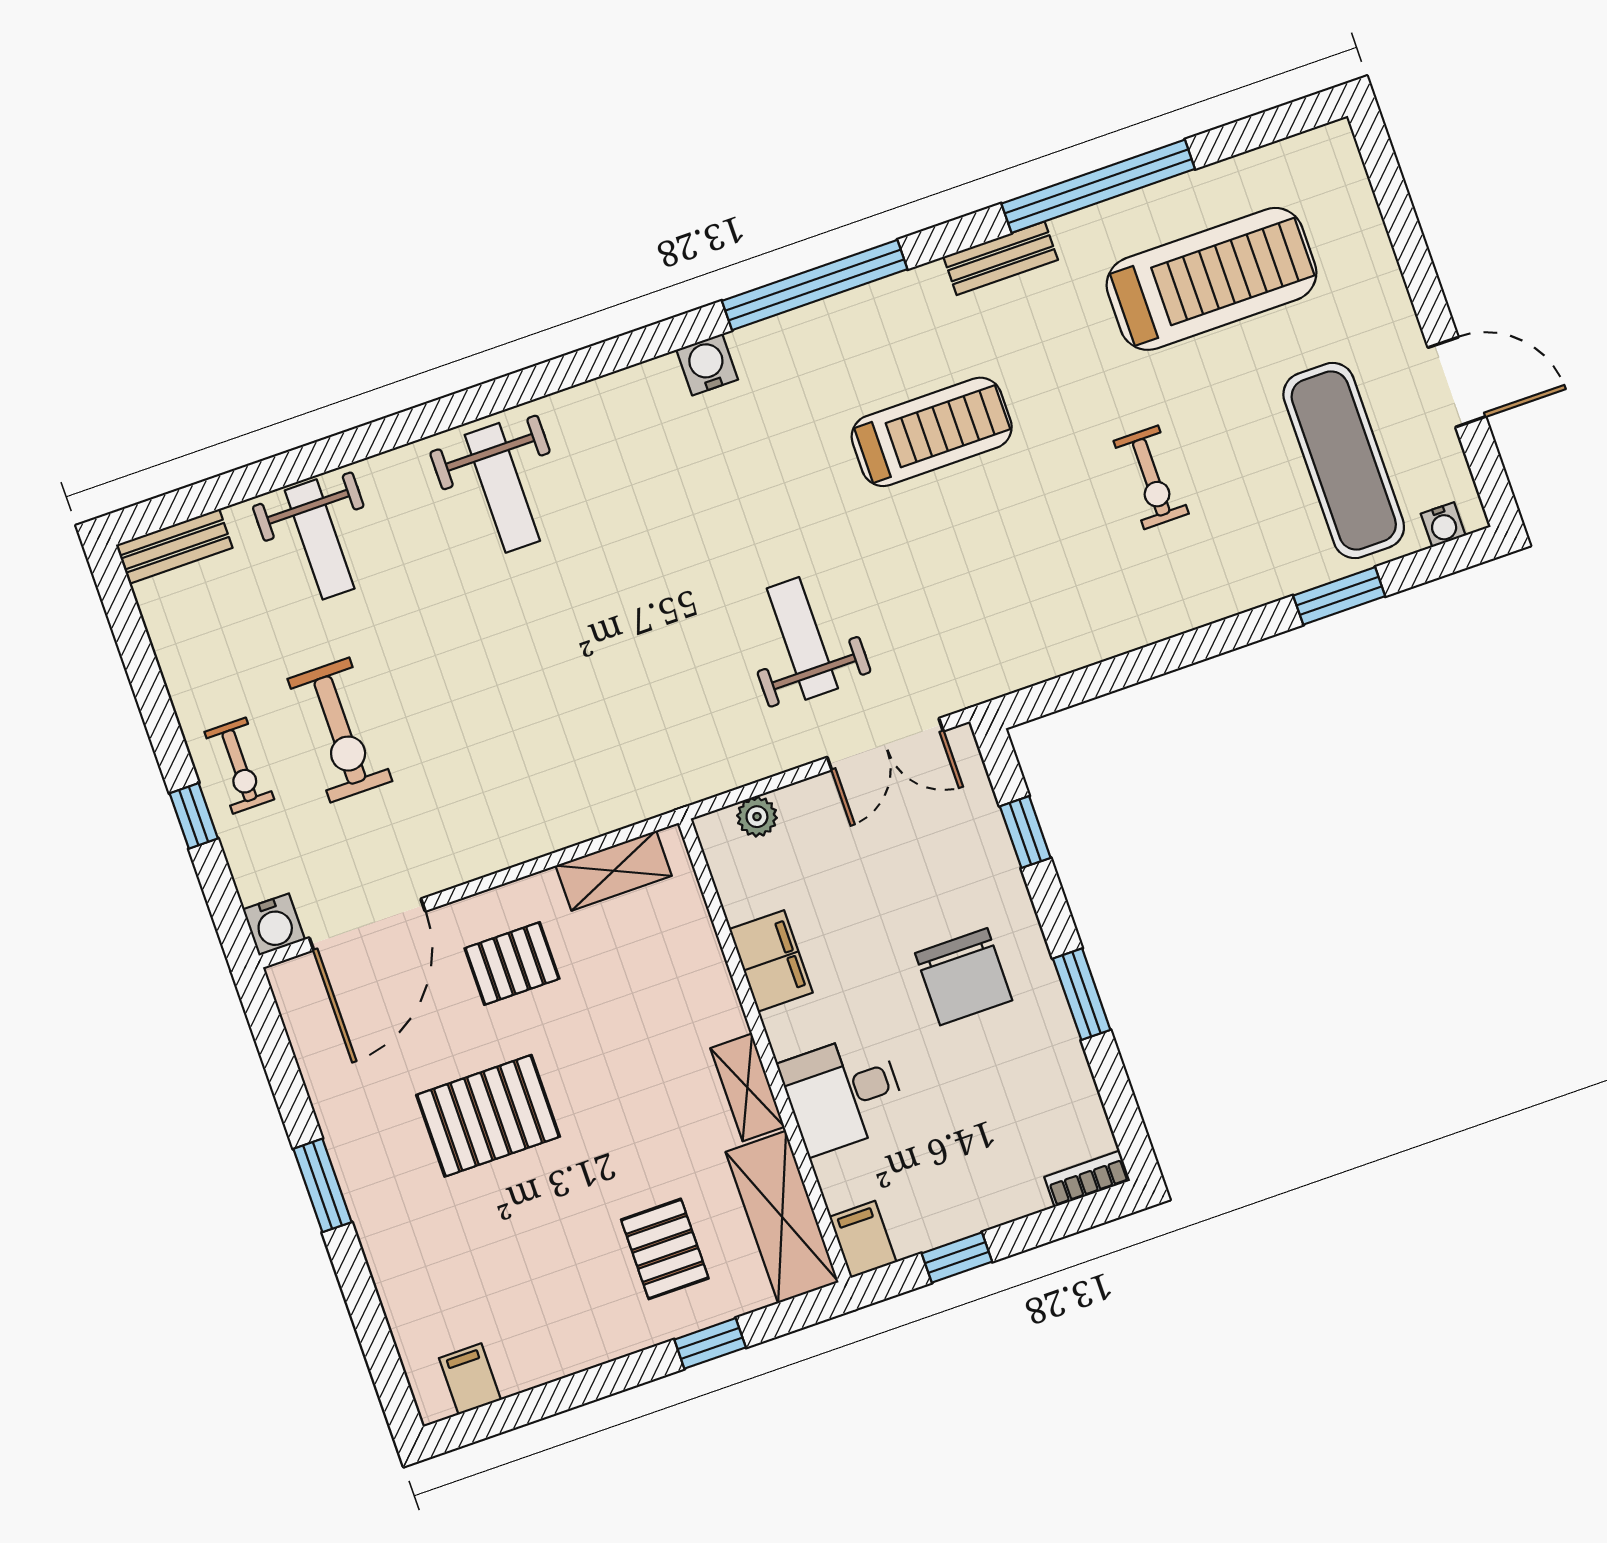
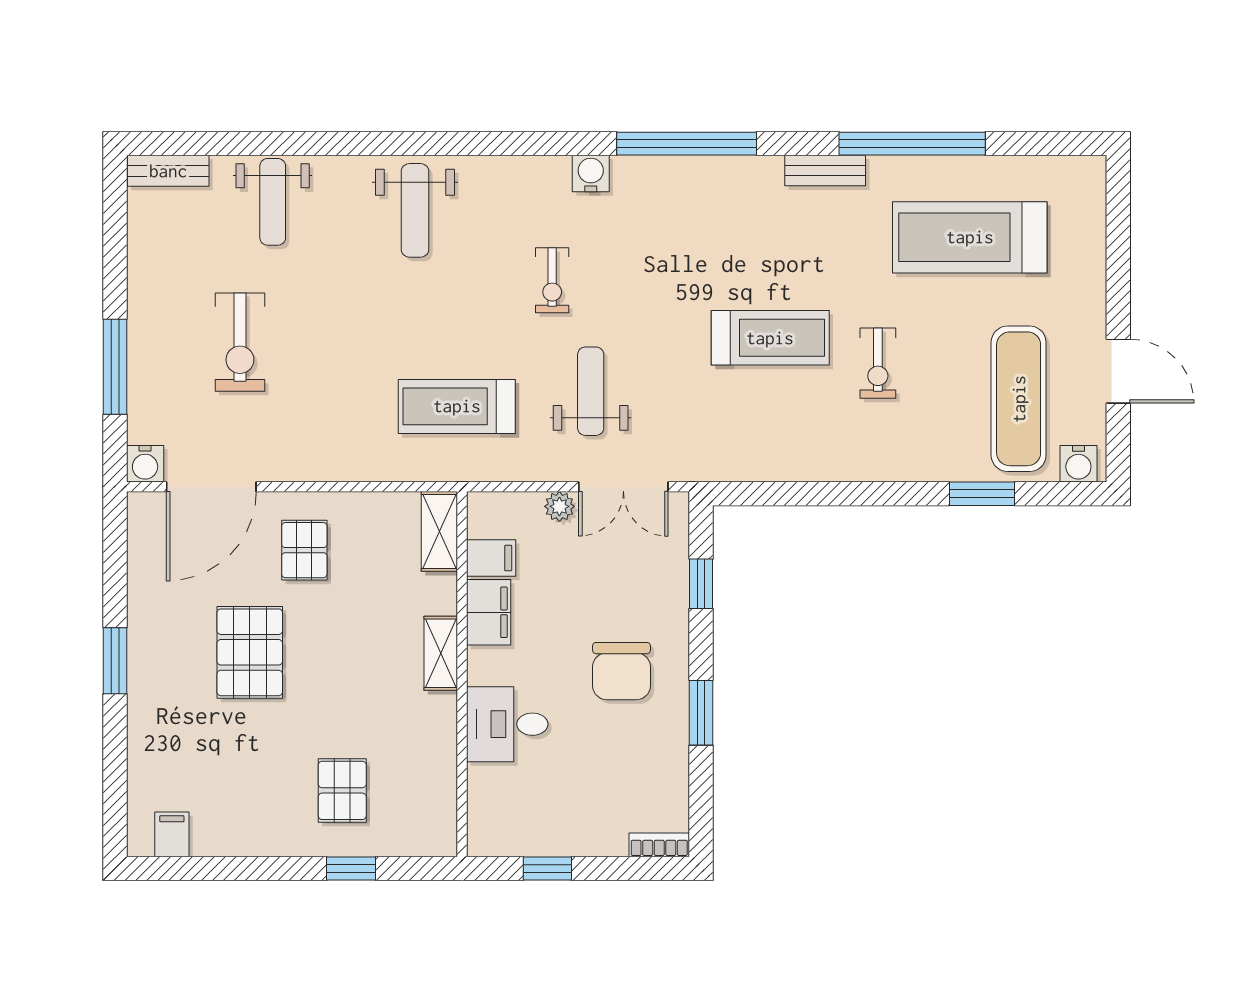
treadmill: (1211, 279) -> (970, 237), turned 180
treadmill: (932, 432) -> (770, 338), moved
water cooler: (1443, 525) -> (1078, 464), width x1.38, depth x1.38
treadmill: (641, 716) -> (457, 406), added
exercise bike: (239, 766) -> (552, 280), moved
window: (194, 816) -> (115, 367), width x2.17
plant: (757, 817) -> (559, 506), moved
shelving: (614, 871) -> (439, 531), moved, turned 90
pallet: (512, 963) -> (304, 550), turned 90
shelving: (747, 1087) -> (441, 653), moved
pallet: (488, 1116) -> (250, 652), turned 90
shelving: (782, 1217) -> (433, 797), removed
filing cabinet: (863, 1239) -> (491, 558), moved, turned 90

